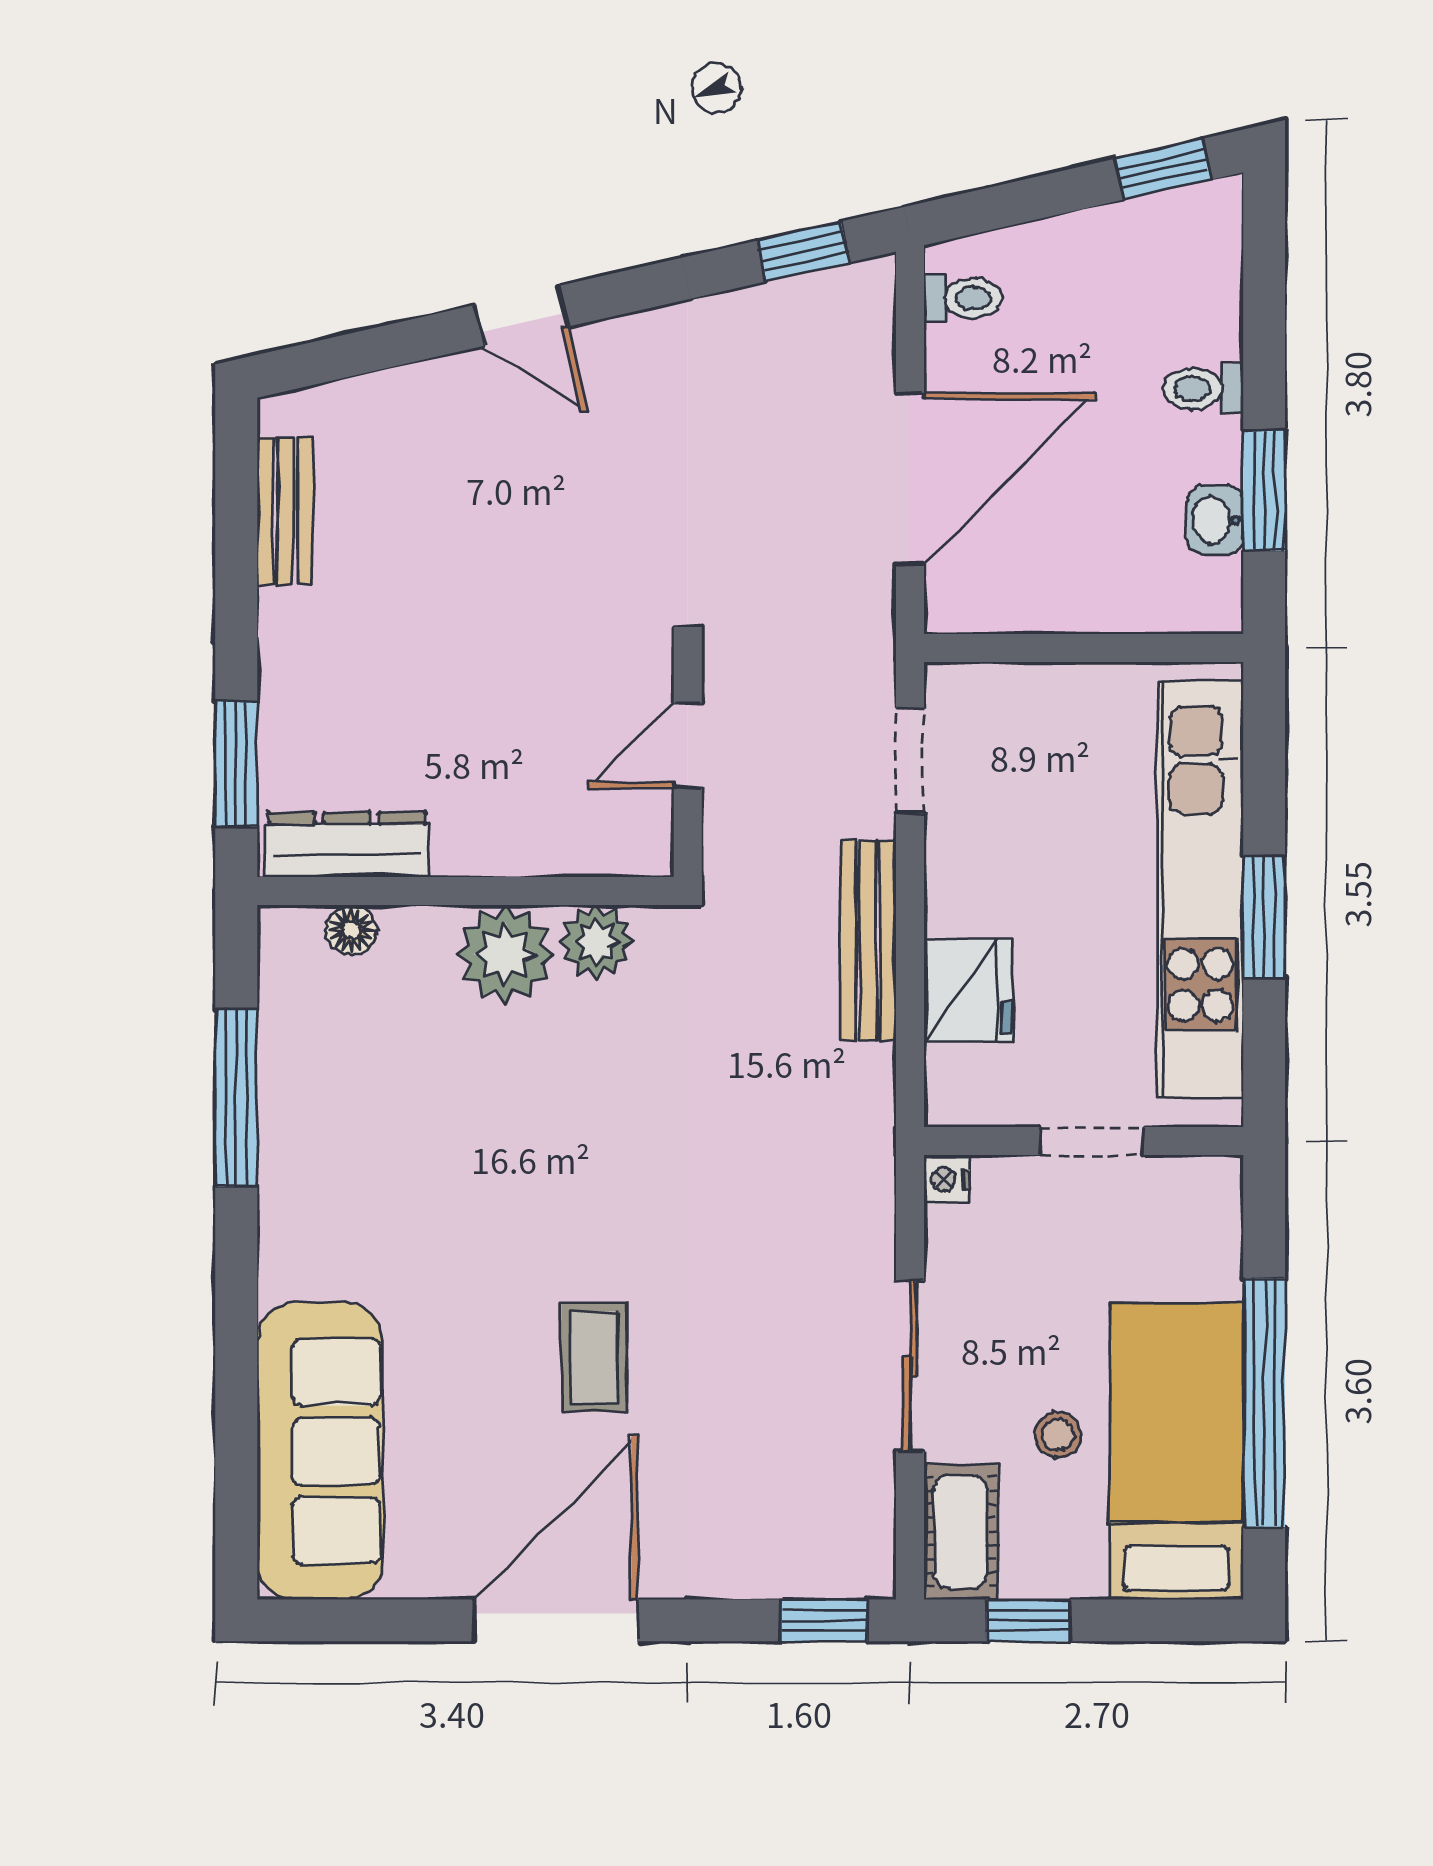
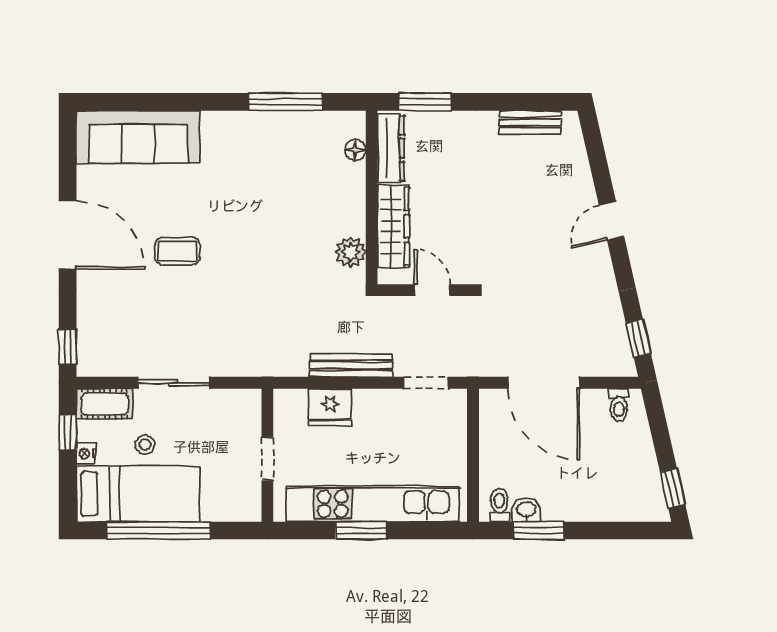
toilet: (1203, 389) -> (499, 505), moved
wardrobe: (535, 839) -> (393, 226), added
plant: (505, 954) -> (345, 214), removed
nightstand: (947, 1179) -> (86, 454), moved, turned -90

